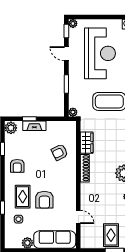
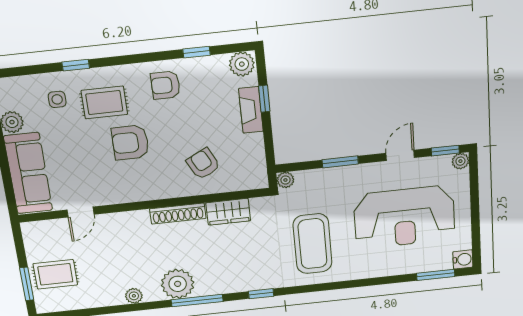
armchair: (44, 200) -> (130, 142), moved

